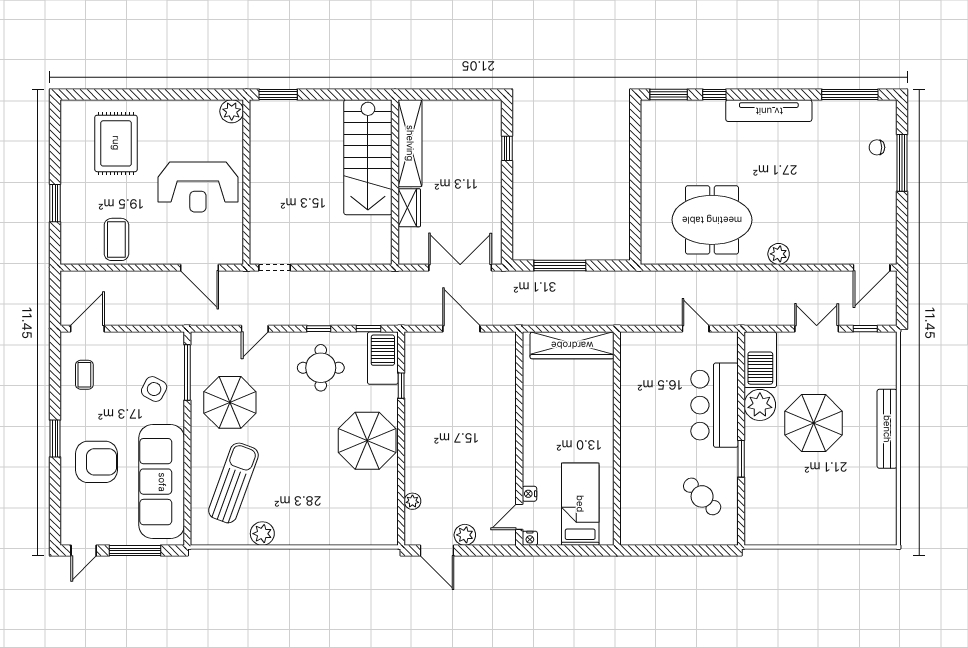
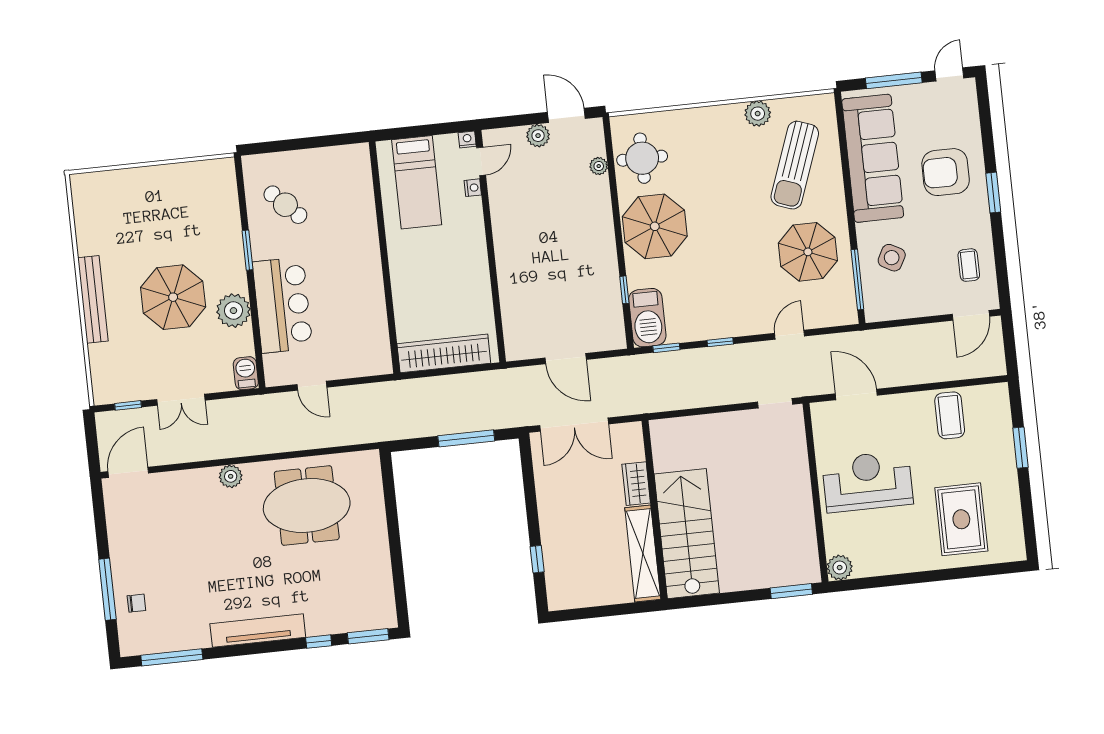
barbecue: (760, 360) -> (246, 373), width x0.53, depth x0.65
round table: (321, 368) -> (642, 158), moved

